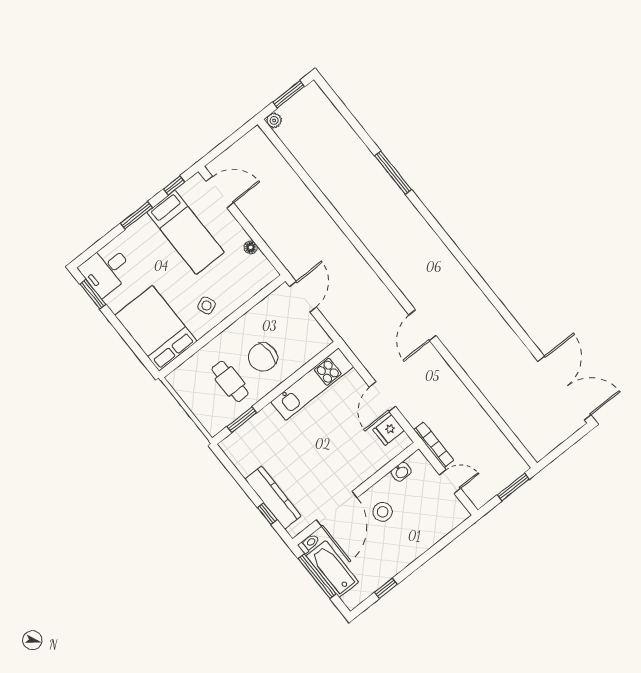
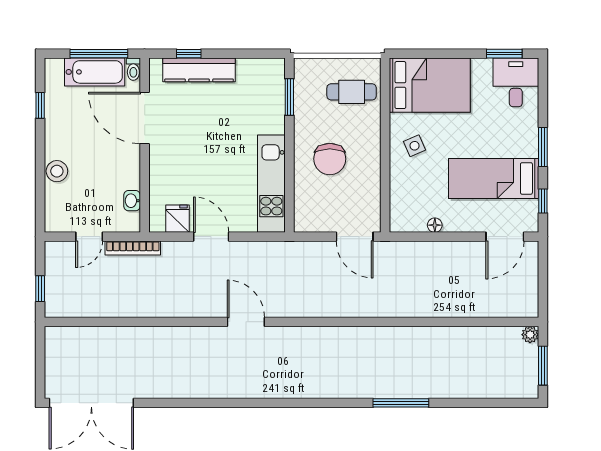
chair: (263, 357) -> (330, 159), turned 180
cafe table: (230, 381) -> (352, 92), moved
window: (513, 487) -> (40, 289), width x0.67
stool: (383, 512) -> (57, 171), moved

